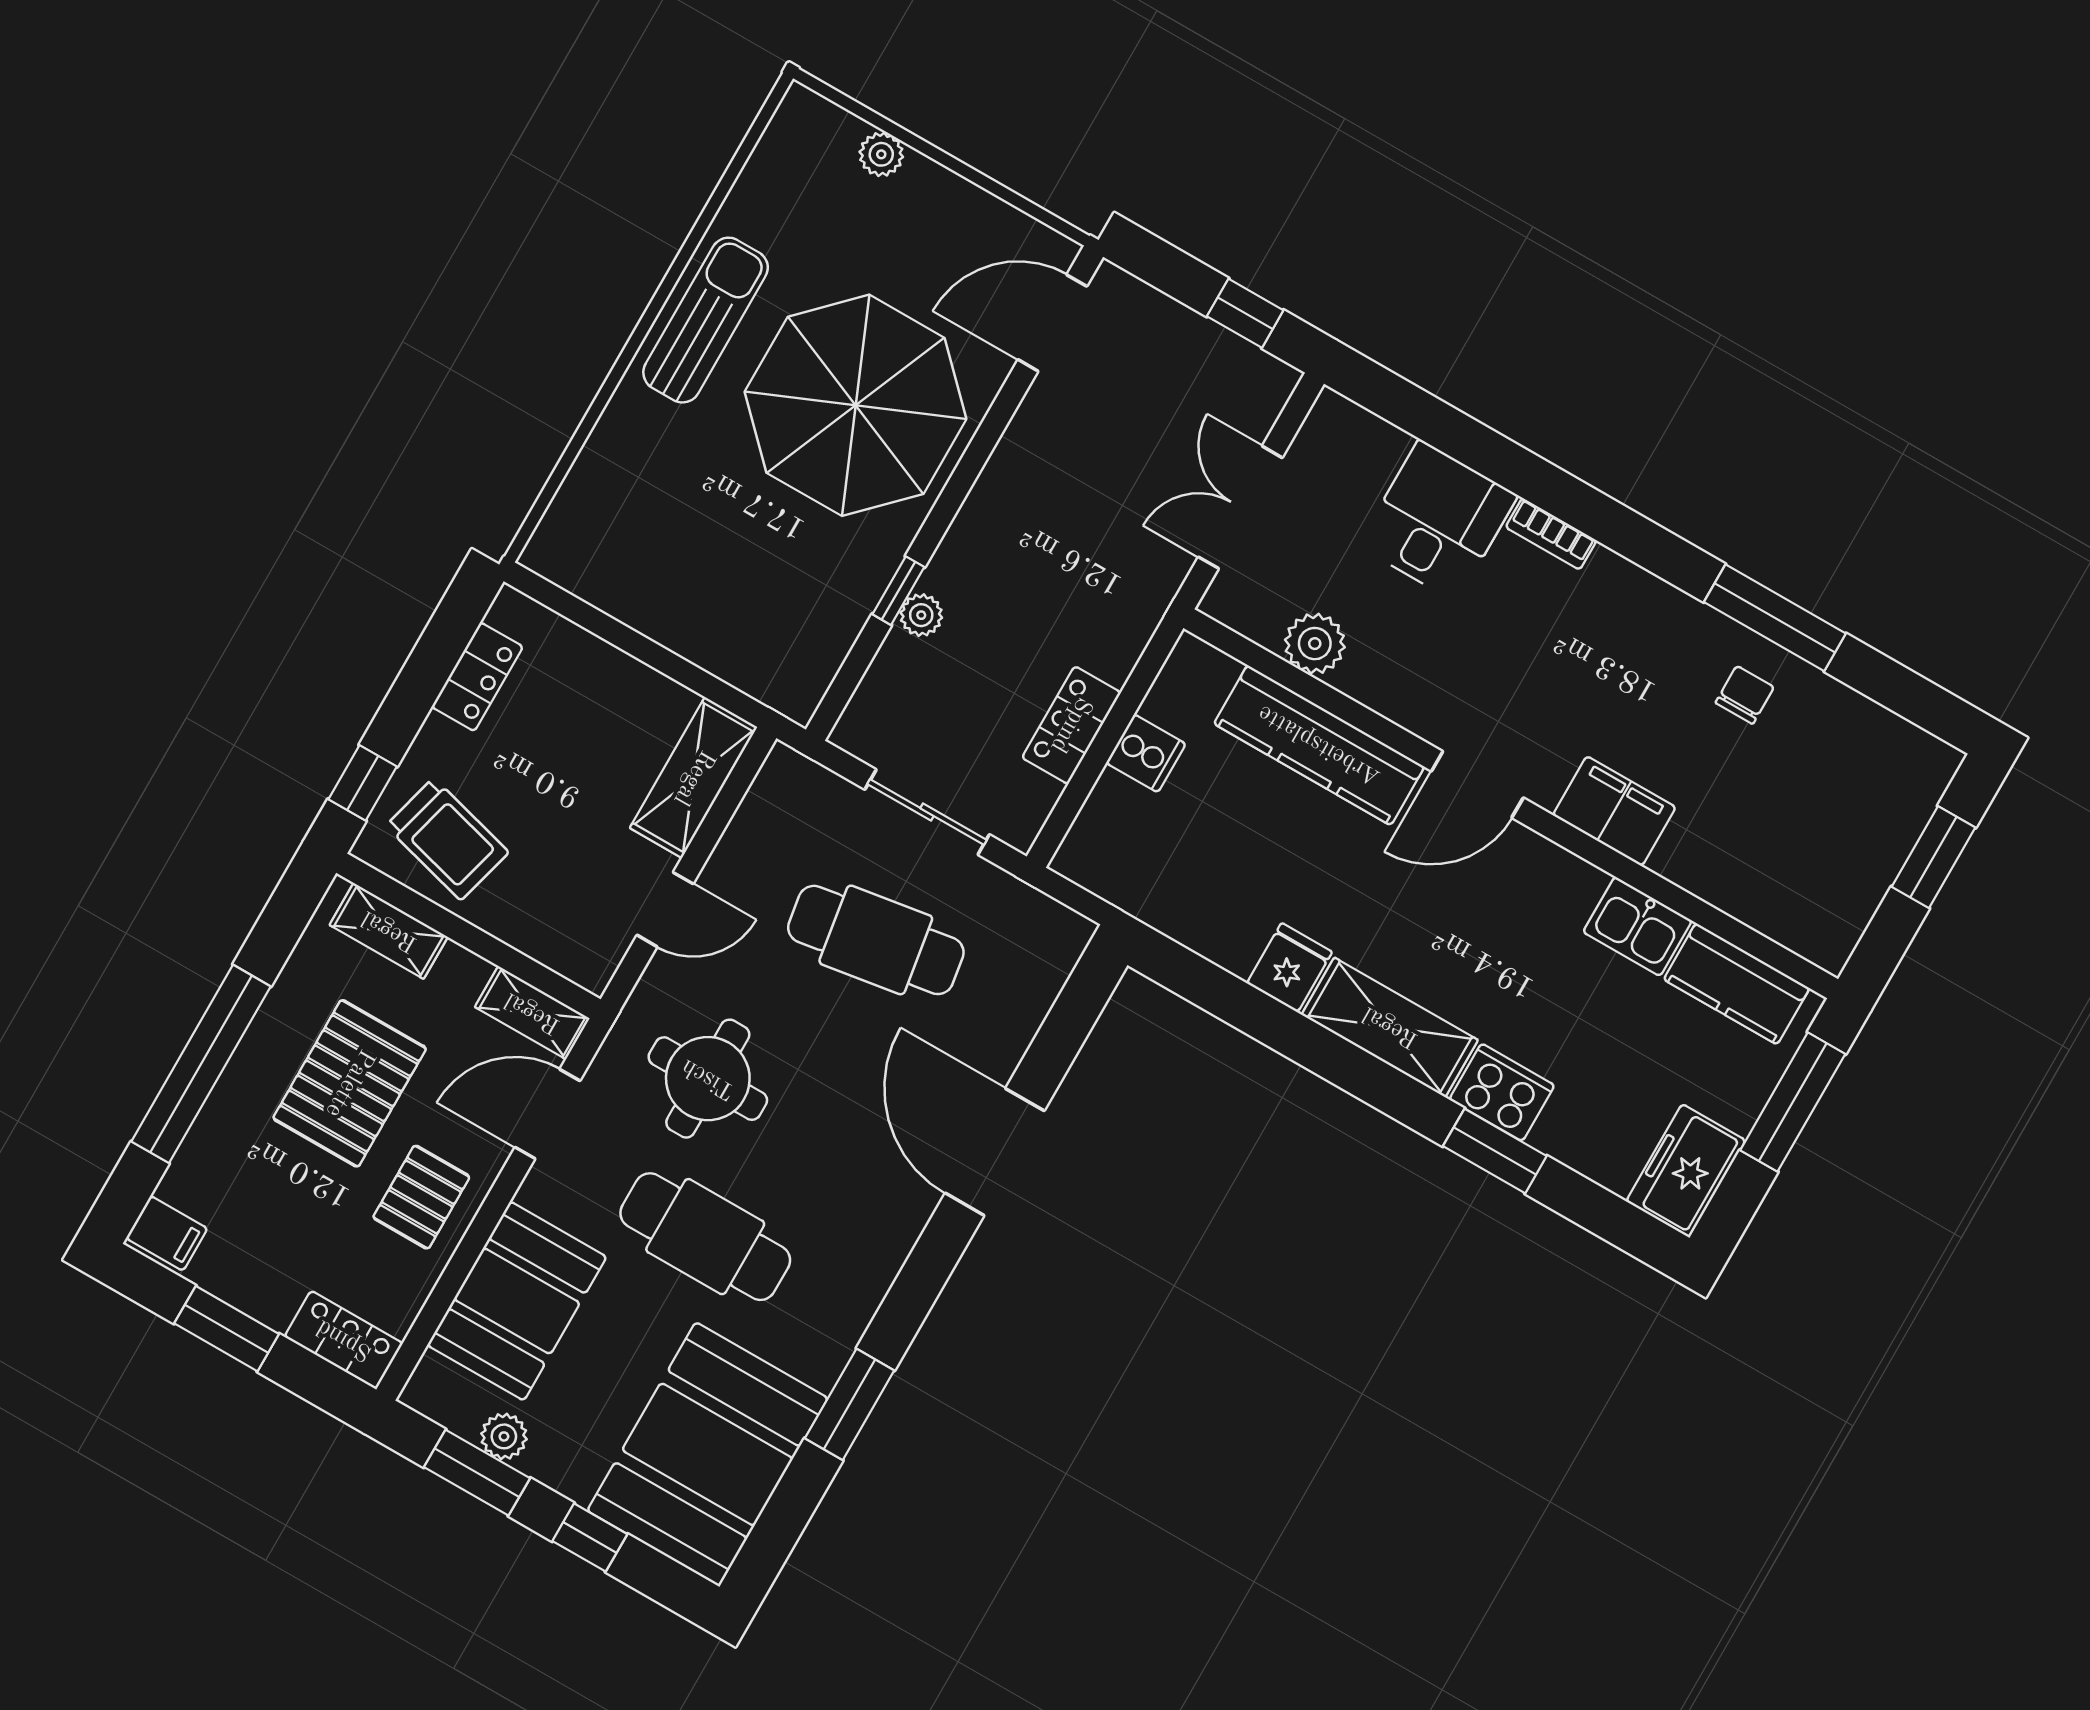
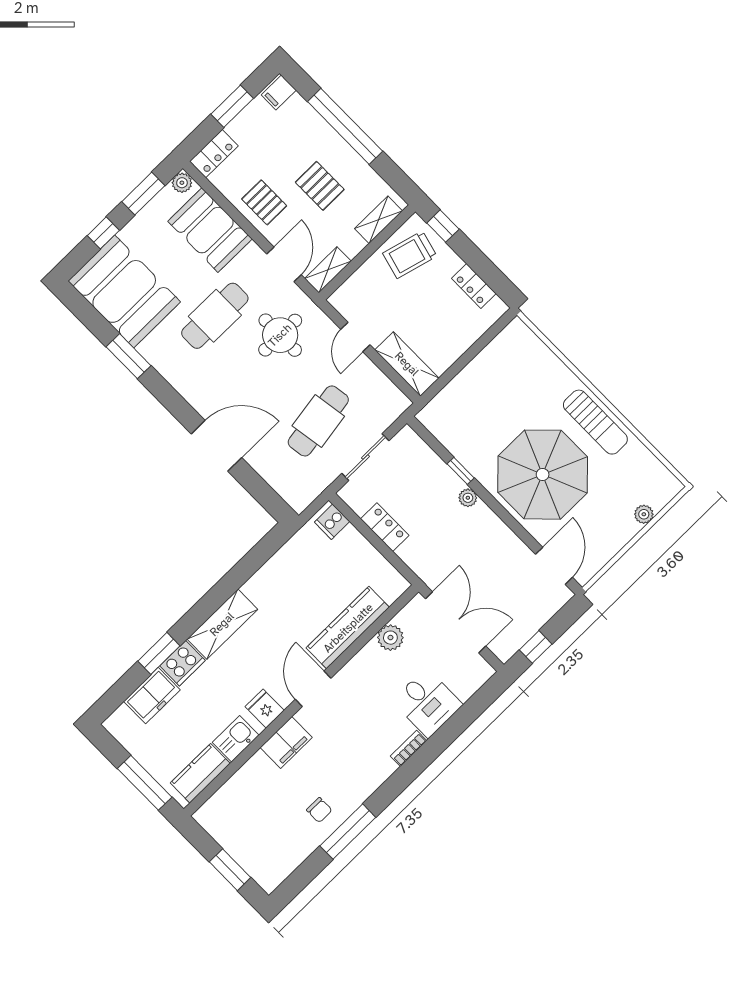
double door: (1240, 507) -> (456, 622), width x1.37
plant: (921, 615) -> (468, 498), moved
cooker: (1146, 753) -> (332, 522), moved
fridge: (1290, 967) -> (265, 709), moved, turned 180
pallet: (350, 1083) -> (320, 186), width x0.67, depth x0.71
freezer: (1686, 1171) -> (152, 696), moved, turned 90
plant: (504, 1436) -> (182, 183), moved

